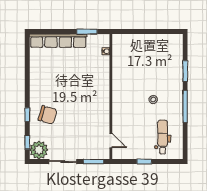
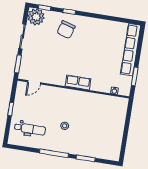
row of seats: (103, 93) -> (78, 82), added

